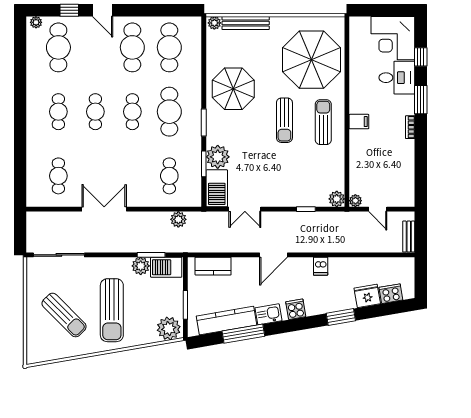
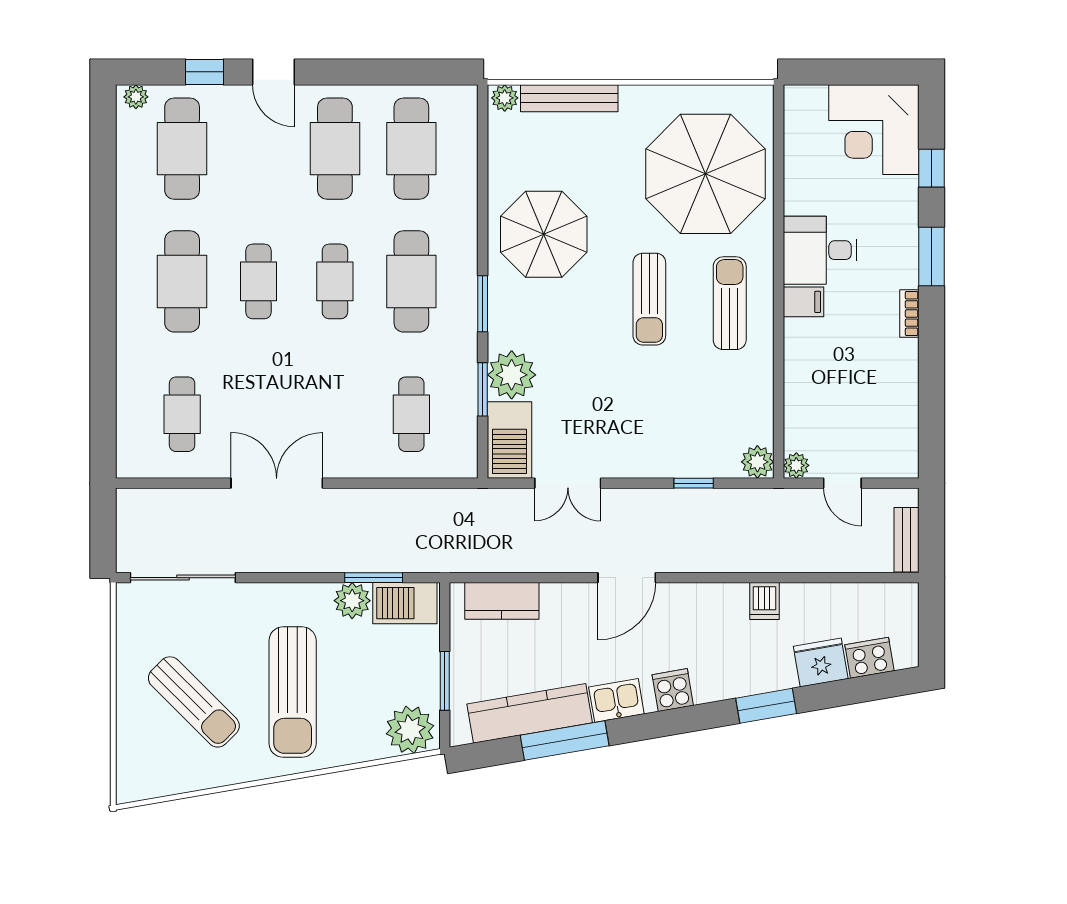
desk: (397, 78) -> (820, 250), moved, turned 180
cafe table: (58, 112) -> (182, 281), width x1.37, depth x1.35
plant: (178, 219) -> (430, 504), removed
dishwasher: (321, 266) -> (764, 601), moved

